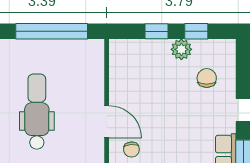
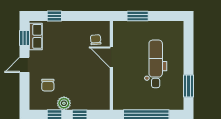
dental chair: (37, 112) -> (156, 64), turned 180

